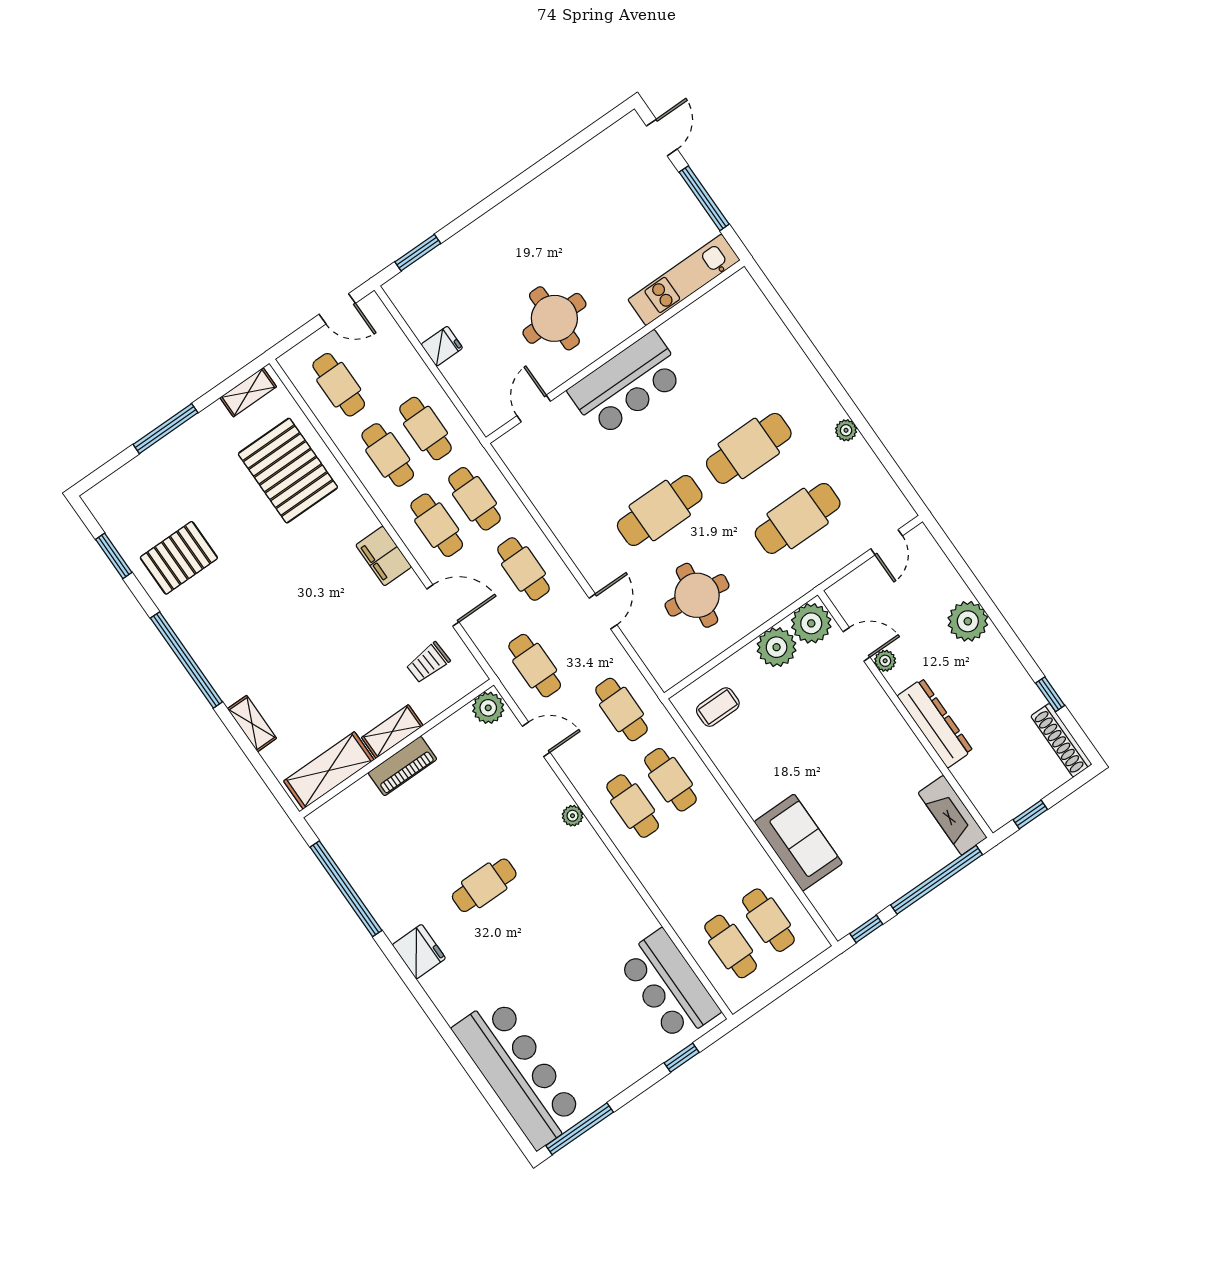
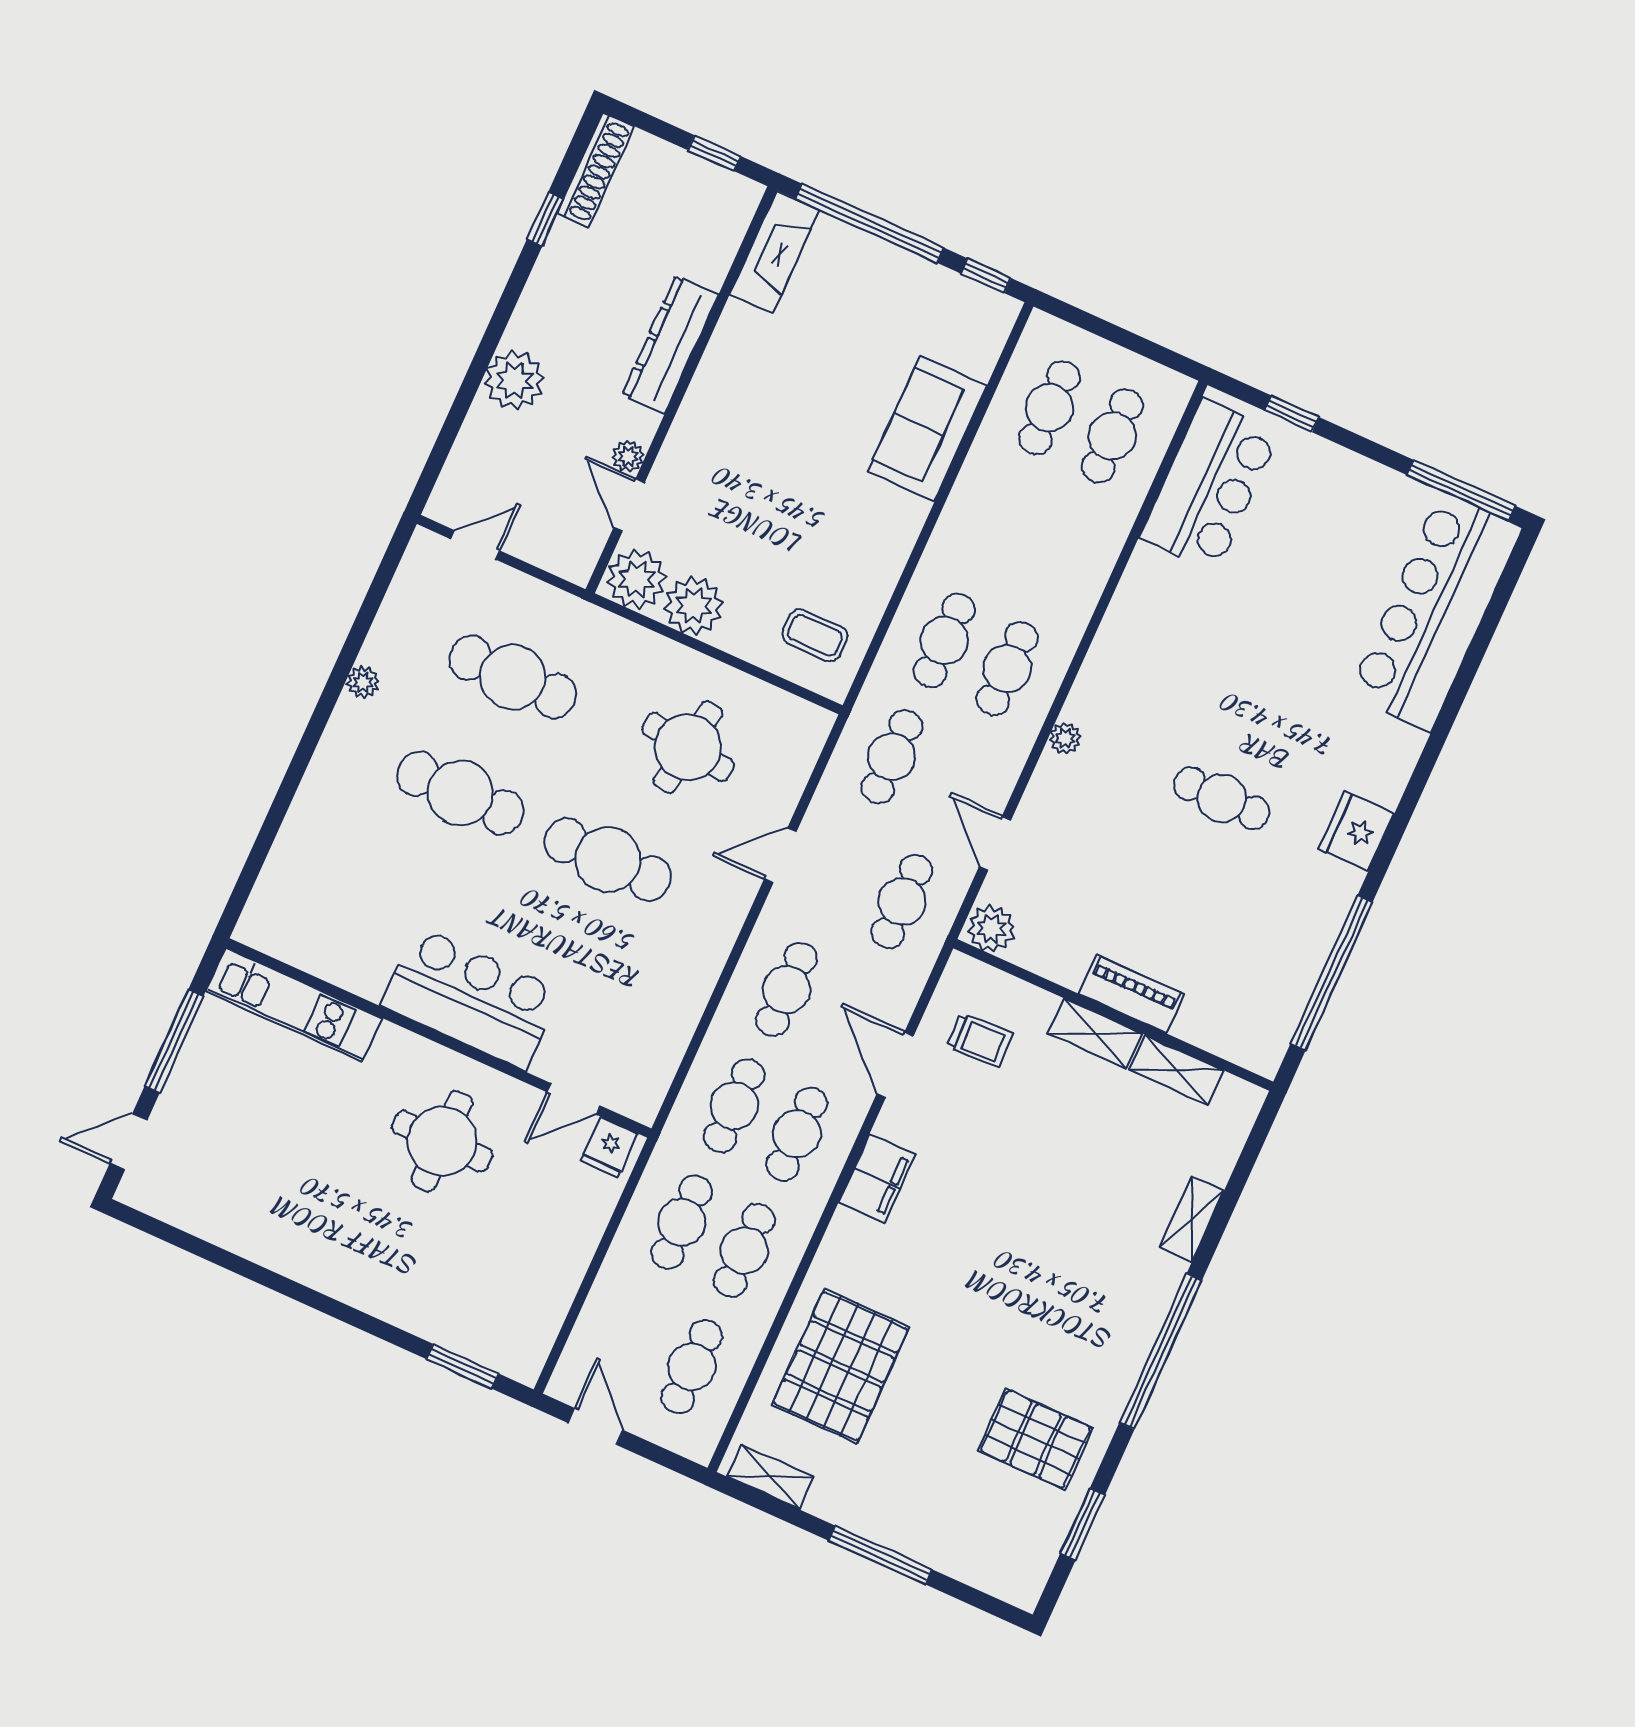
fridge: (442, 346) -> (609, 1147), moved, turned -90
shelving: (329, 770) -> (1176, 1070), width x0.67, depth x0.75

